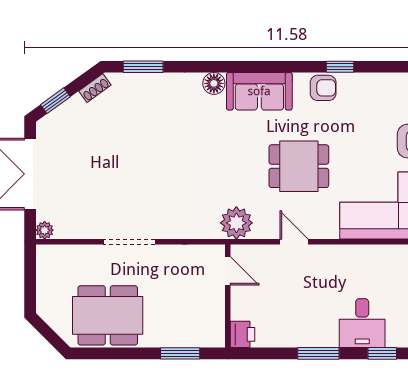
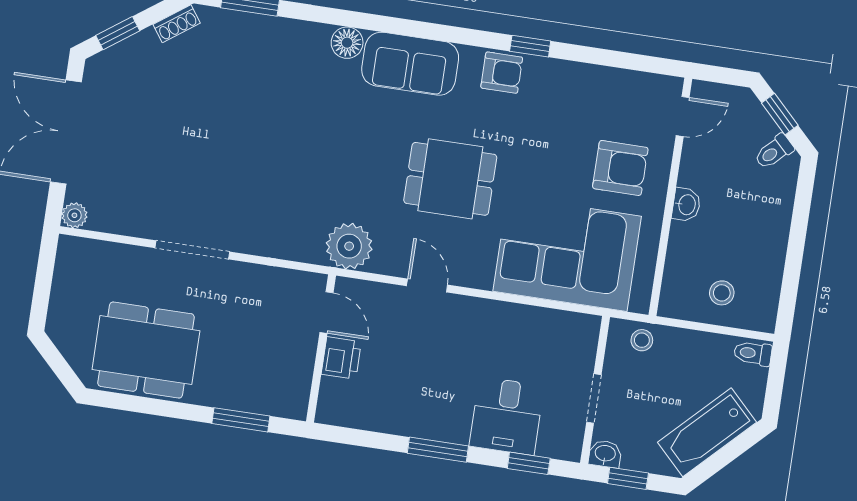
printer: (243, 334) -> (341, 358), moved

